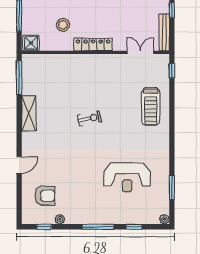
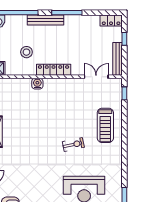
water cooler: (75, 60) -> (37, 84), added
exercise bike: (90, 118) -> (73, 145), moved

